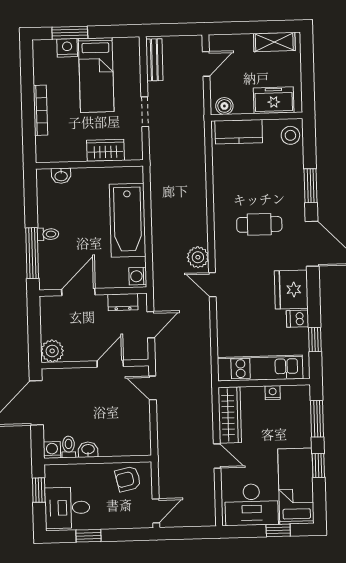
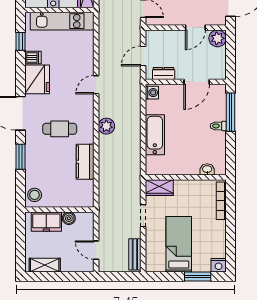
nightstand: (67, 48) -> (219, 265), moved
door: (206, 64) -> (96, 250), hinge flipped
boiler: (224, 106) -> (69, 218), moved
bookcase: (40, 110) -> (221, 201), moved
kitchen counter: (239, 132) -> (85, 162), moved, turned -90
wardrobe: (106, 150) -> (159, 188), moved
bathtub: (128, 220) -> (155, 135), width x0.73, depth x0.73
plant: (198, 257) -> (106, 126), moved
door: (212, 285) -> (96, 85), swing flipped
door: (110, 364) -> (195, 28), moved

